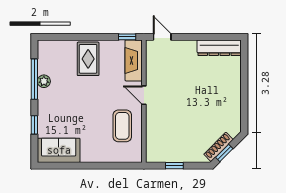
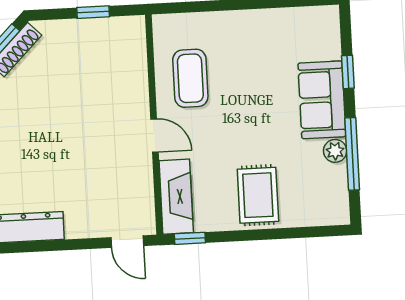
sofa: (59, 150) -> (322, 100), moved, turned 90

